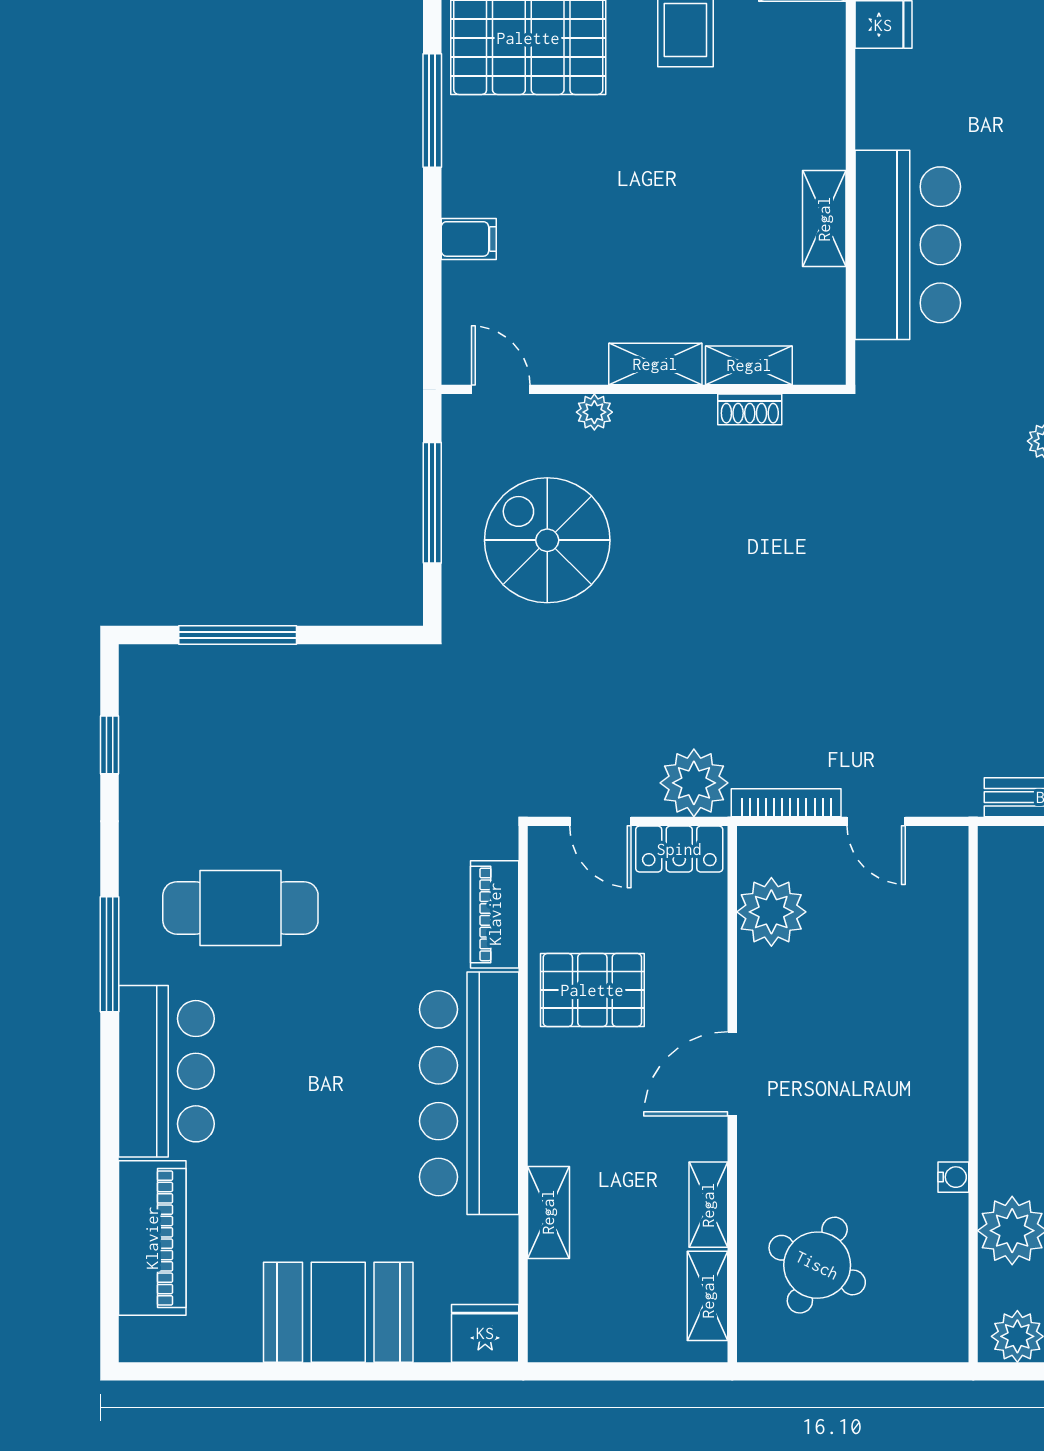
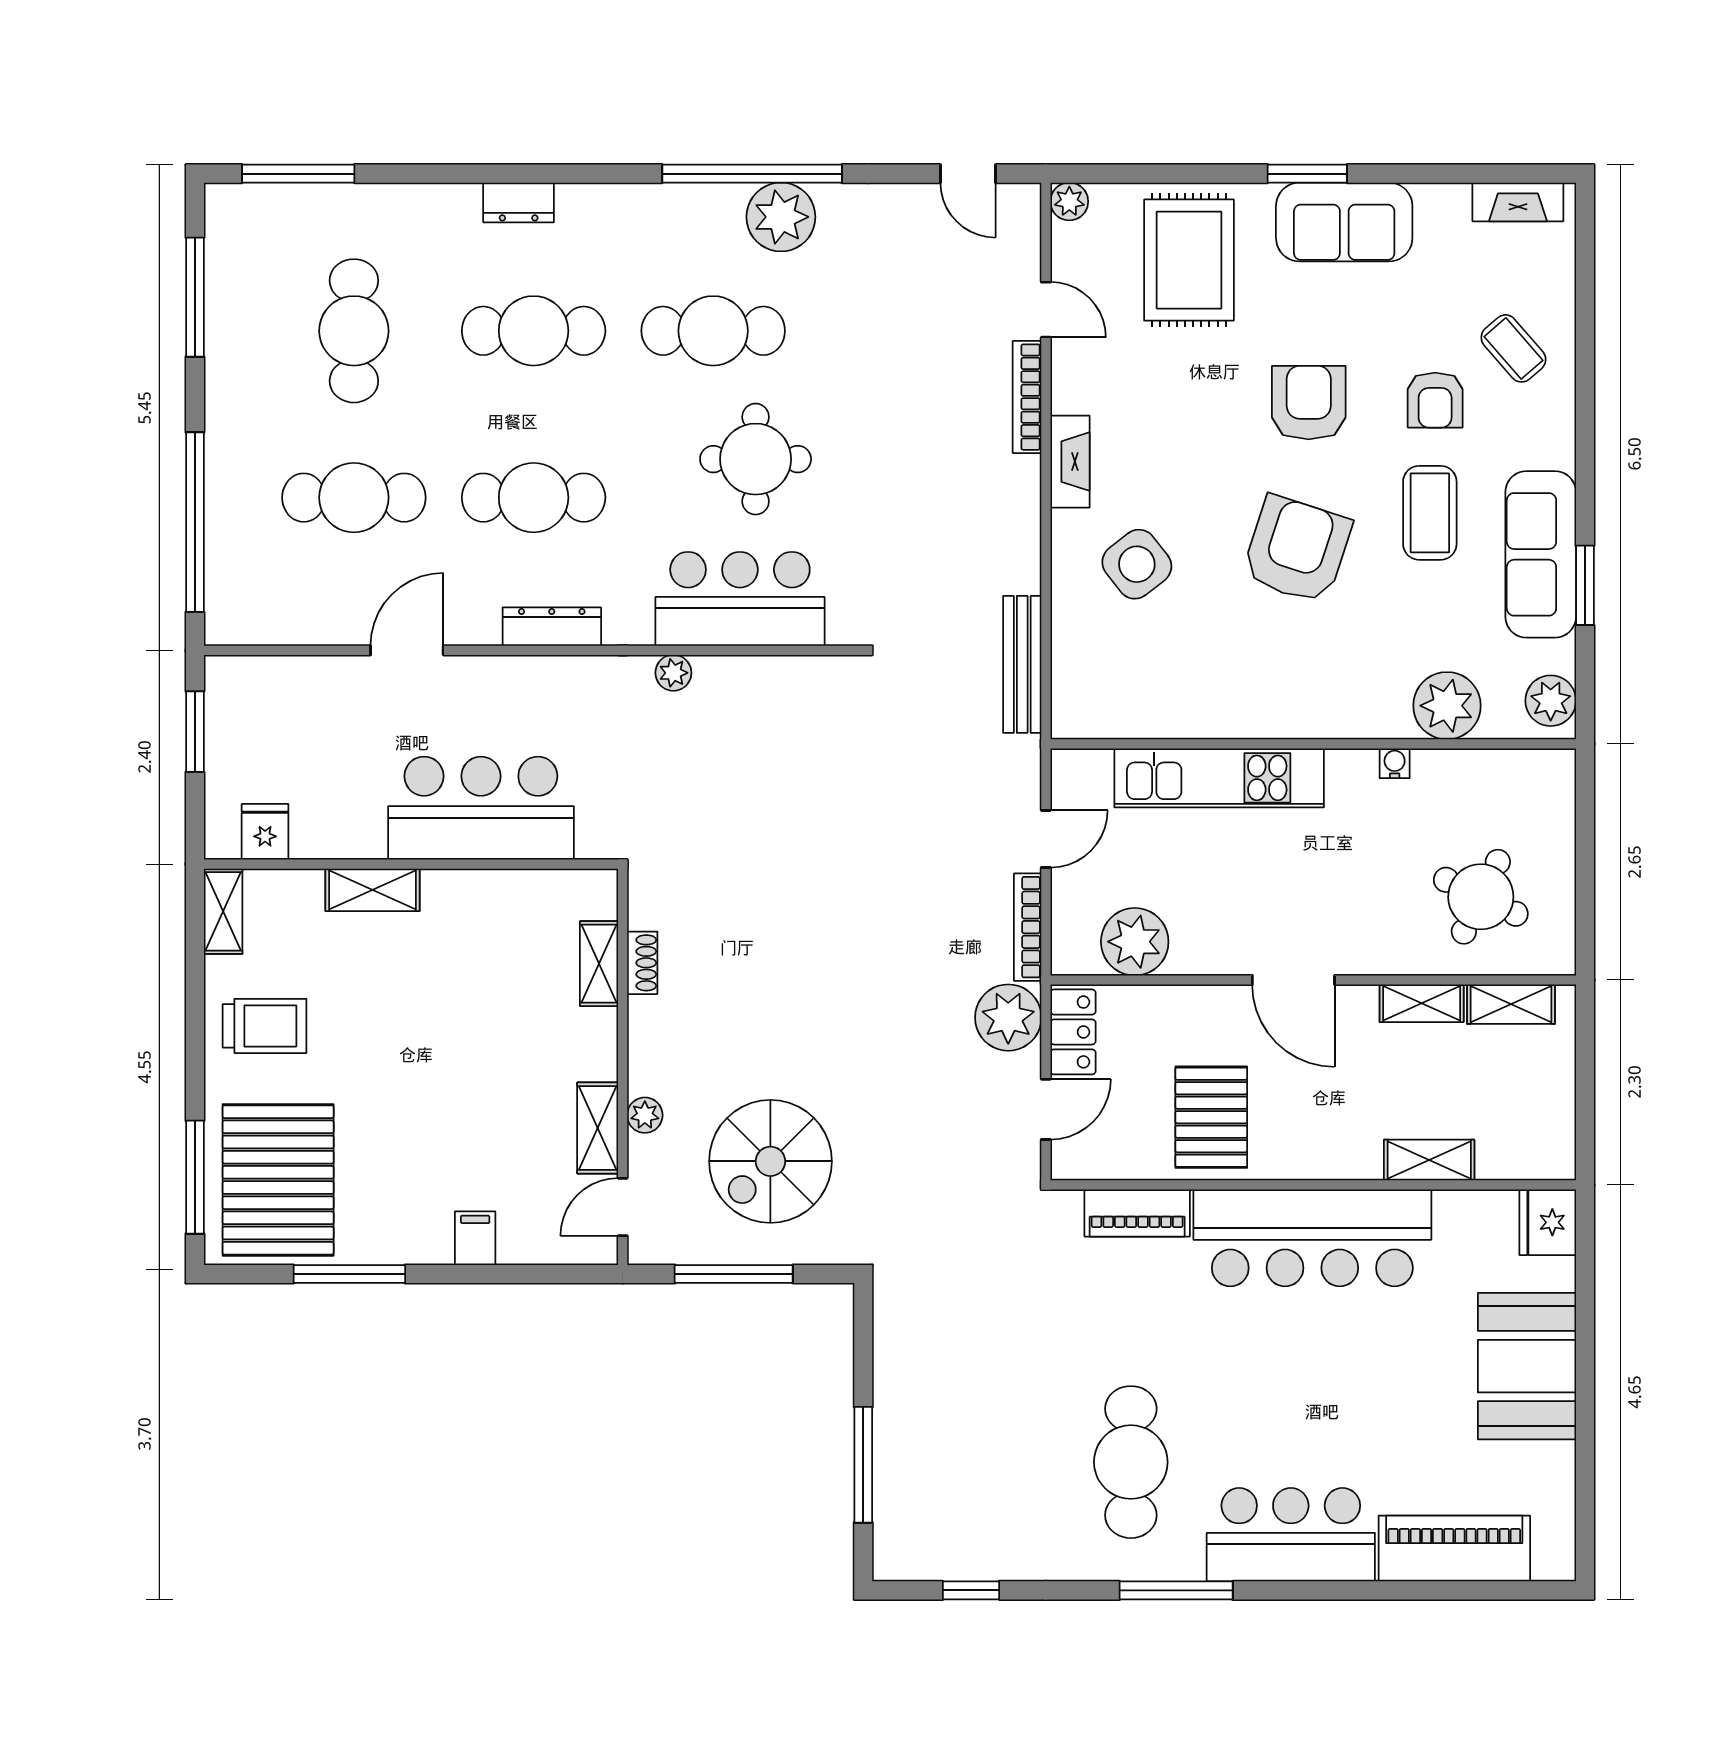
shelving: (824, 219) -> (373, 890), moved
shelving: (655, 364) -> (598, 1128), moved
kitchen unit: (939, 998) -> (1219, 778), added

